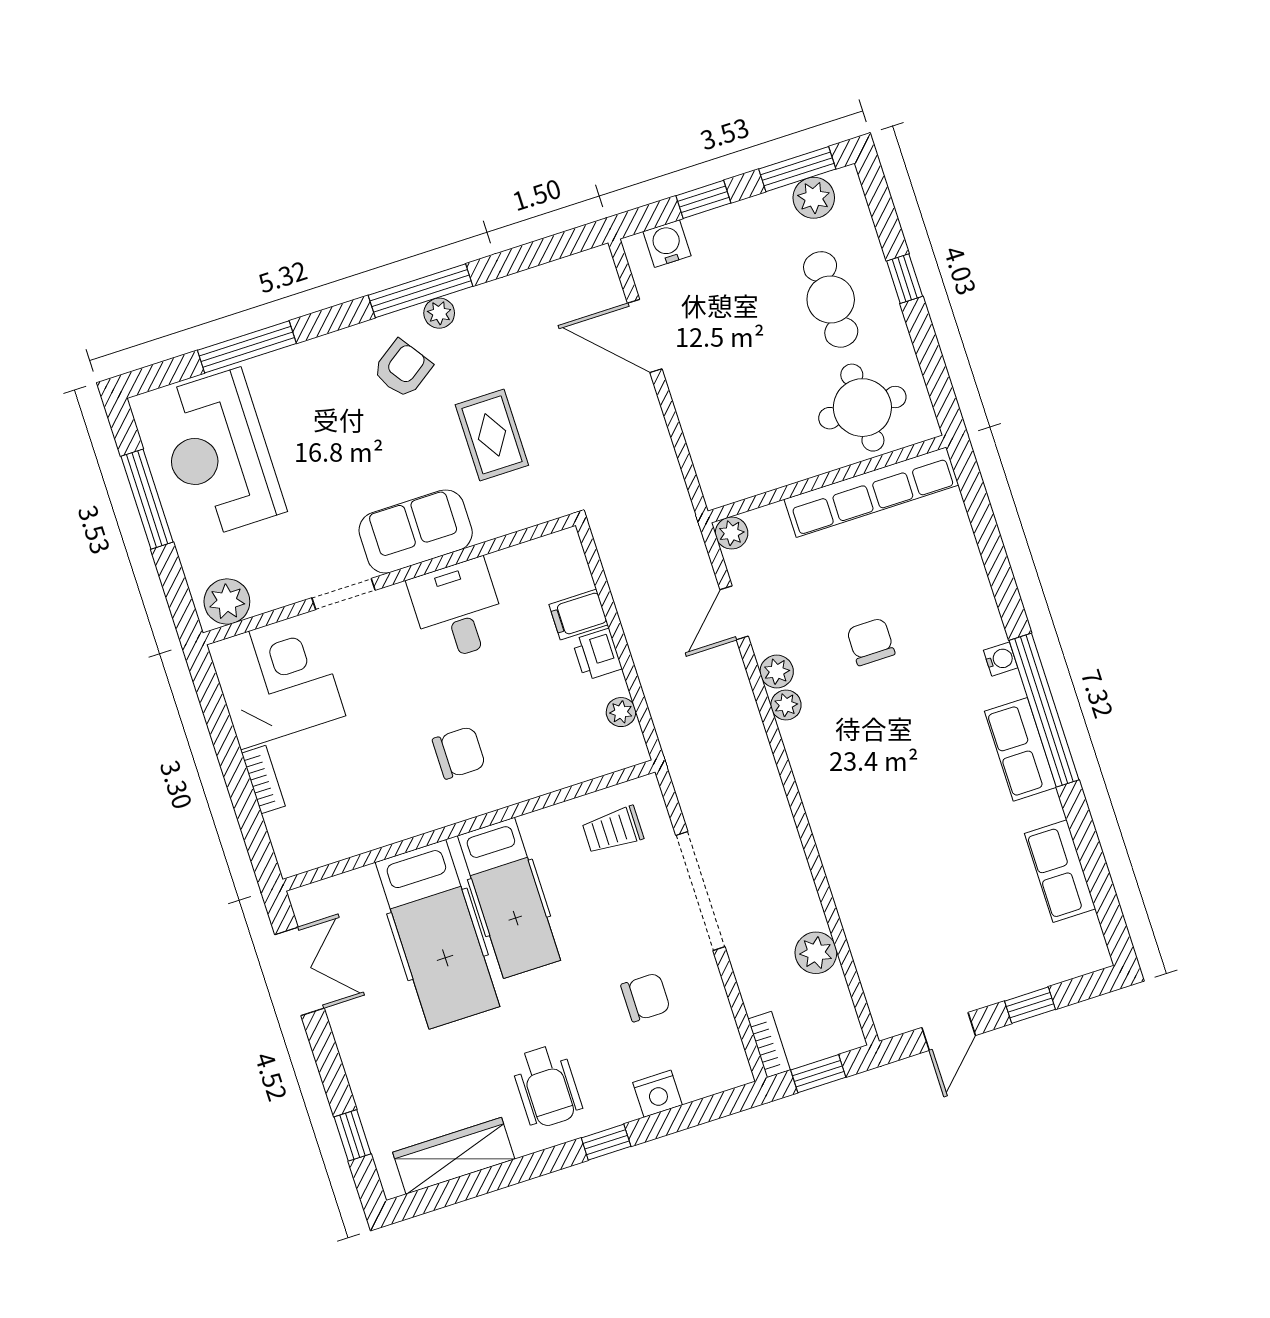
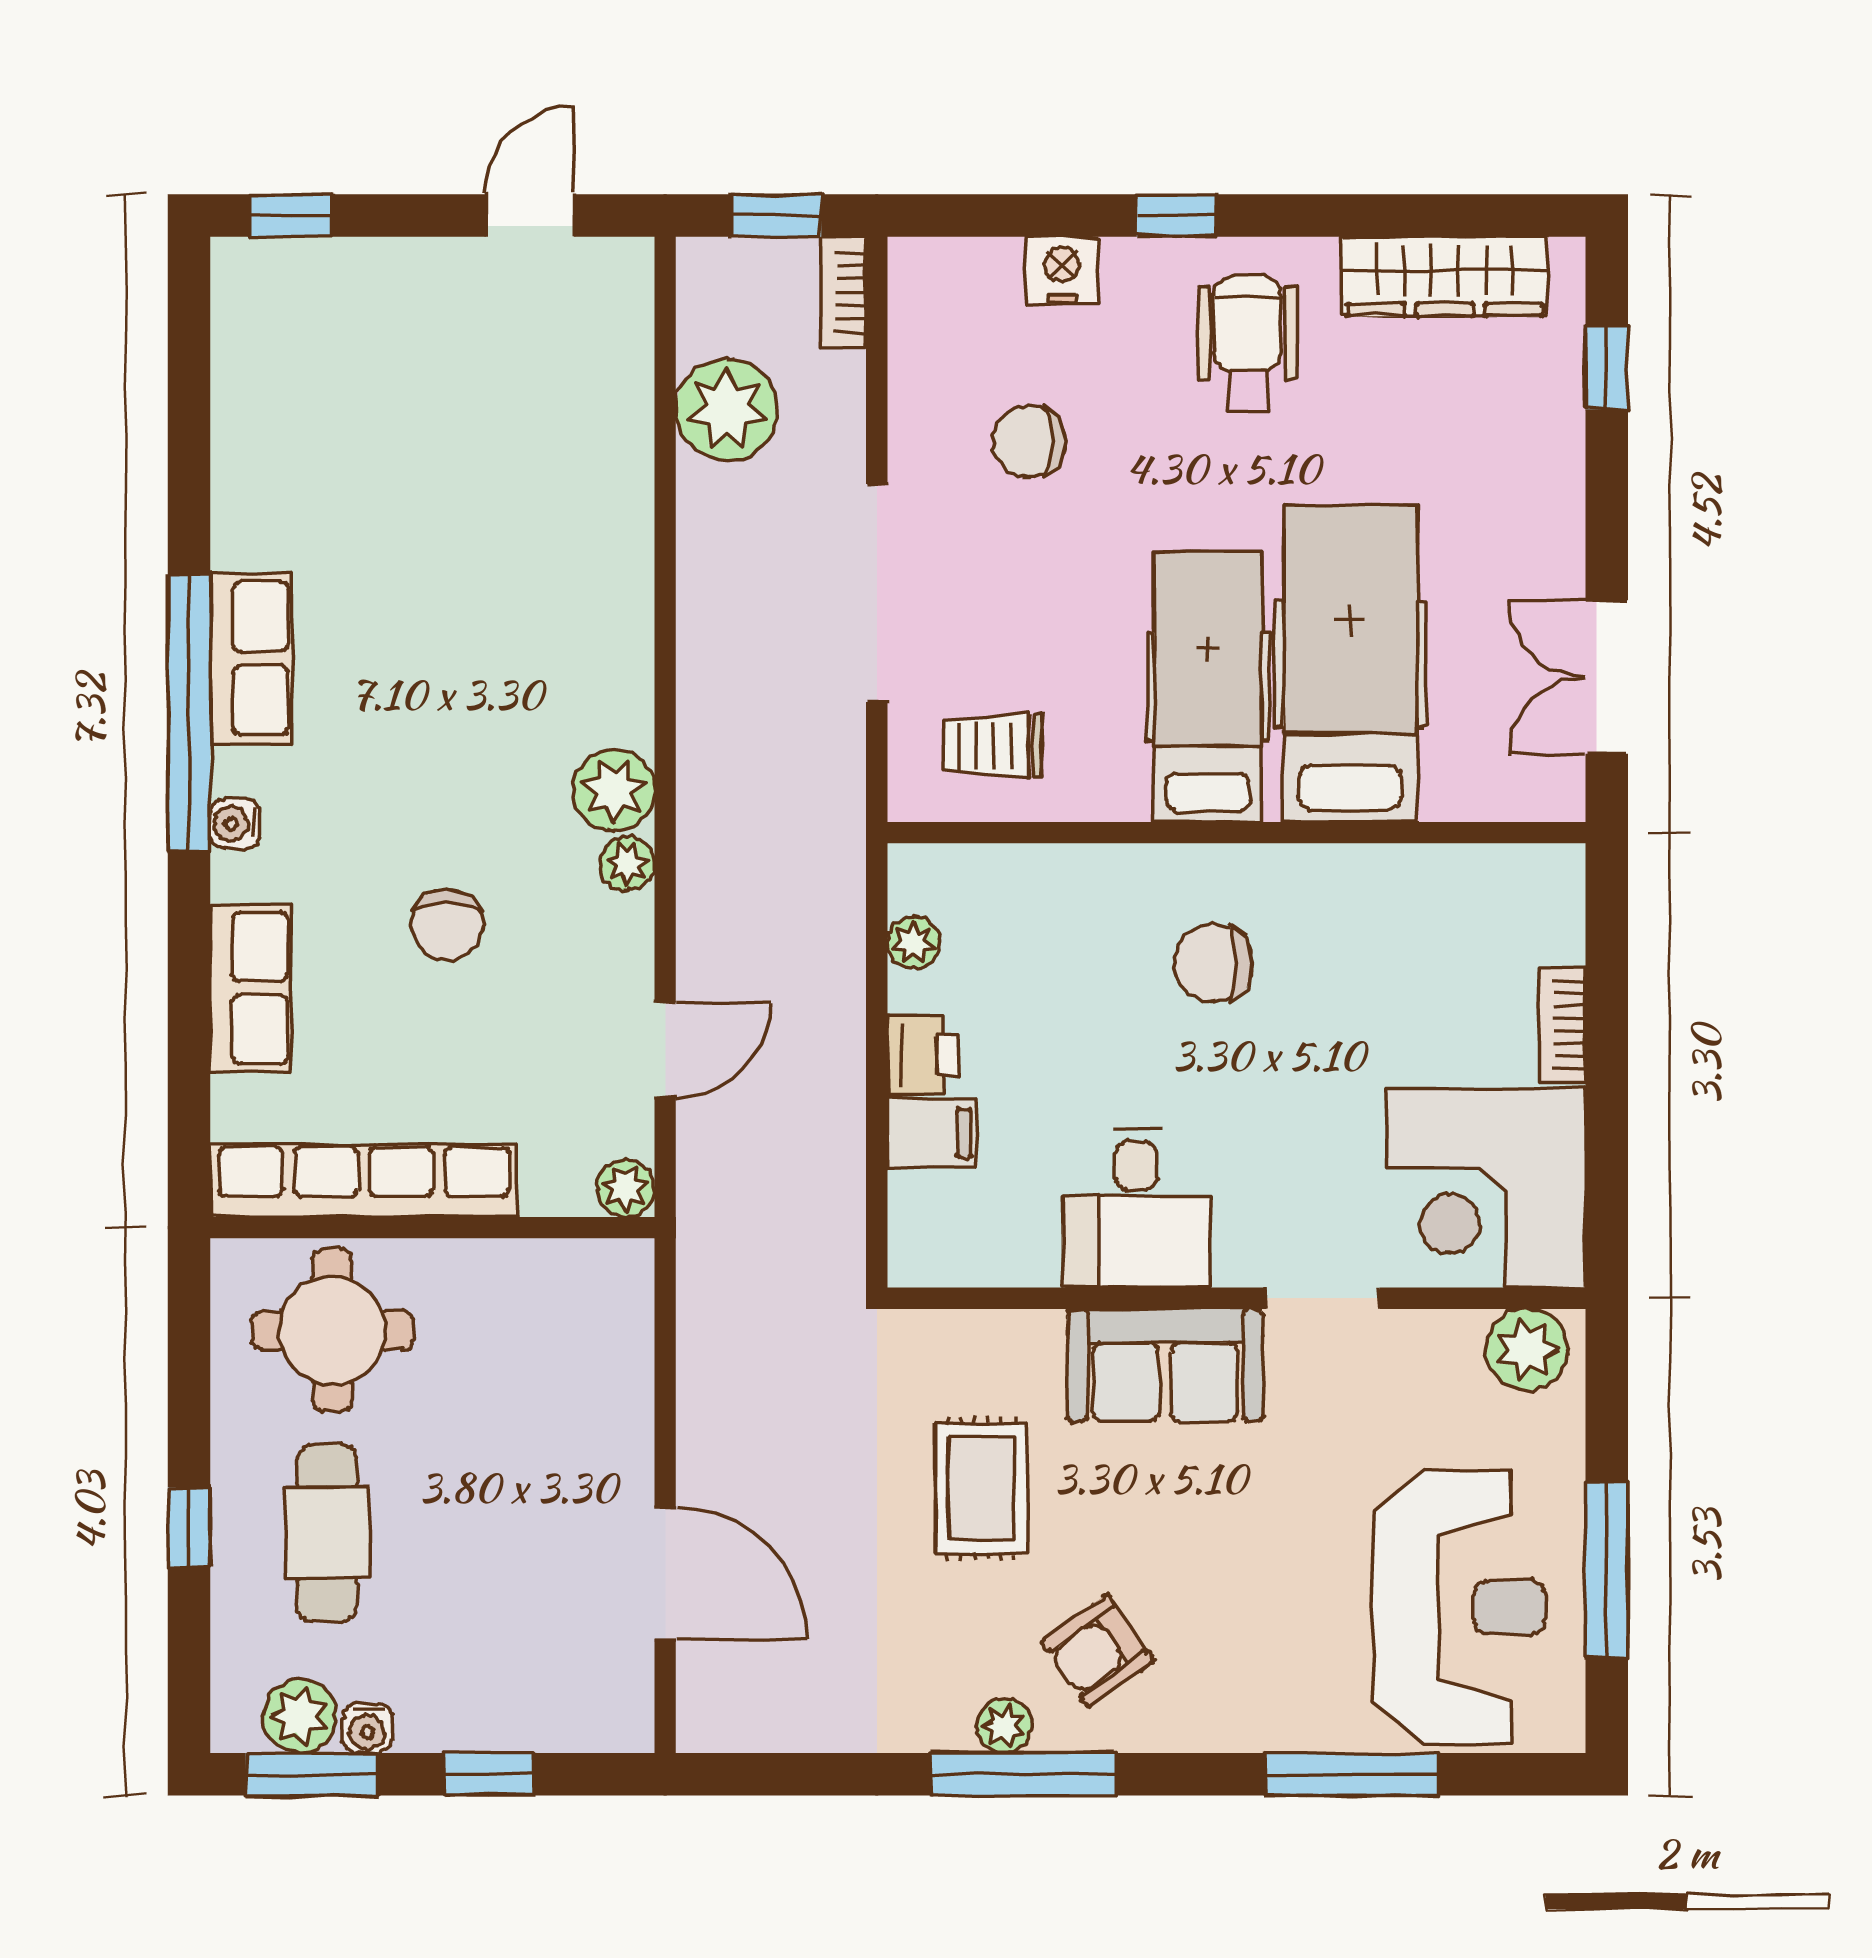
water cooler: (667, 244) -> (367, 1728), moved, width x0.72, depth x0.72
plant: (777, 672) -> (614, 790), moved, width x1.38, depth x1.38
trolley: (613, 830) -> (993, 746), turned 180
row of seats: (1060, 871) -> (250, 988), moved
plant: (816, 953) -> (727, 410), width x1.36, depth x1.36
window: (1030, 1005) -> (291, 215), moved

